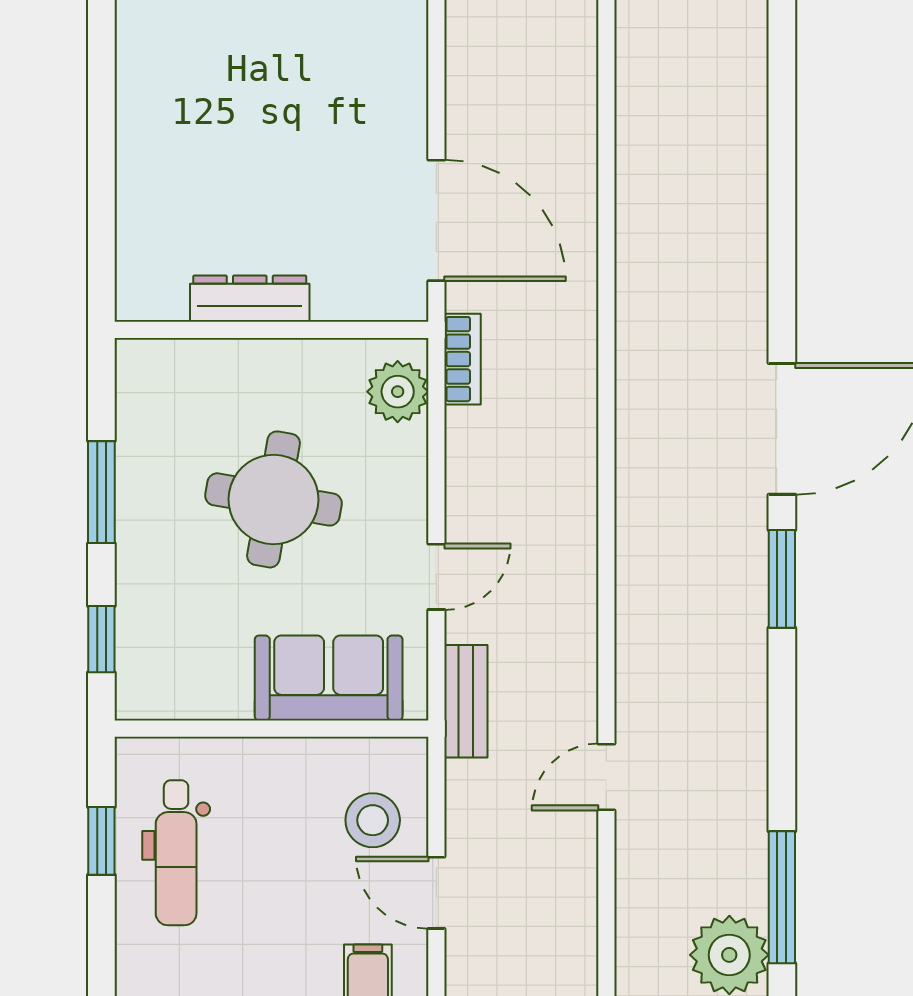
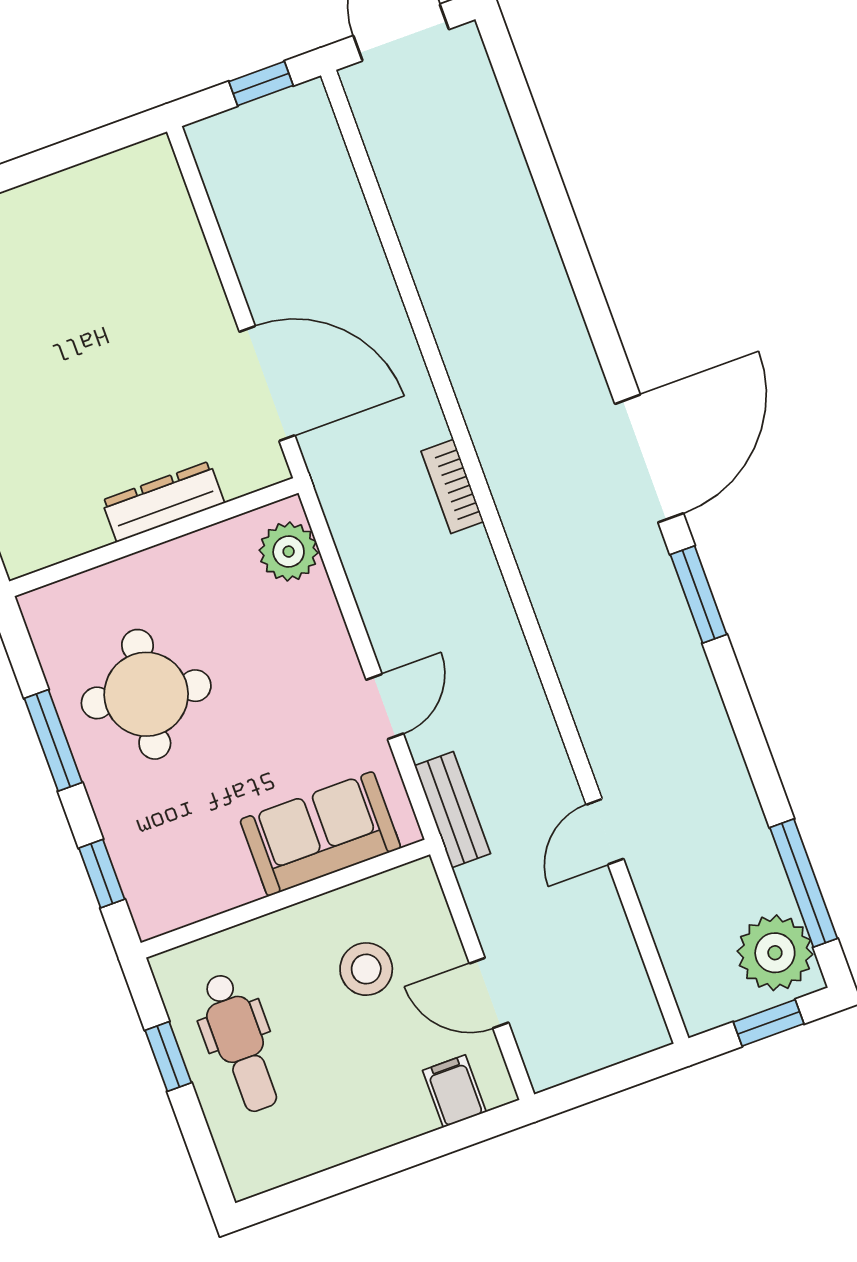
dresser: (250, 299) -> (163, 502), moved
bookcase: (463, 359) -> (452, 486), moved, turned 180
round table: (274, 499) -> (146, 694), moved
stool: (373, 820) -> (366, 969), moved

